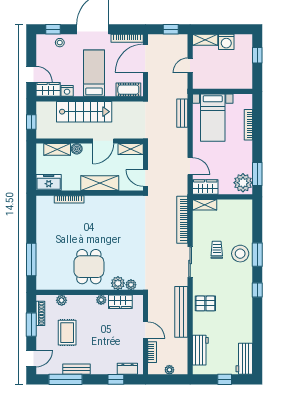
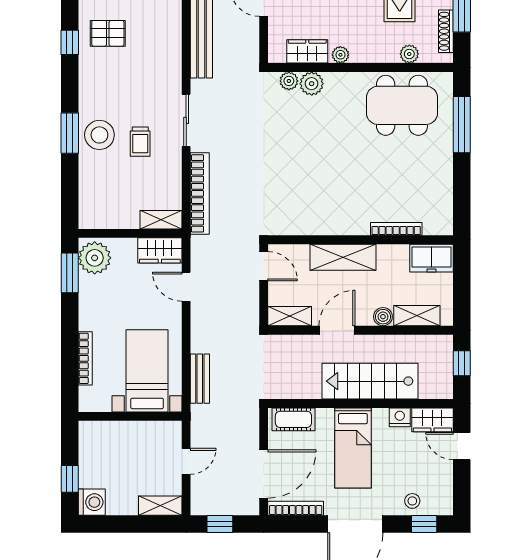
washing machine: (226, 42) -> (92, 502), moved, turned 90
dining table: (89, 267) -> (402, 105), moved, width x1.38
window: (257, 290) -> (70, 42), moved
pallet: (205, 303) -> (108, 33), moved

